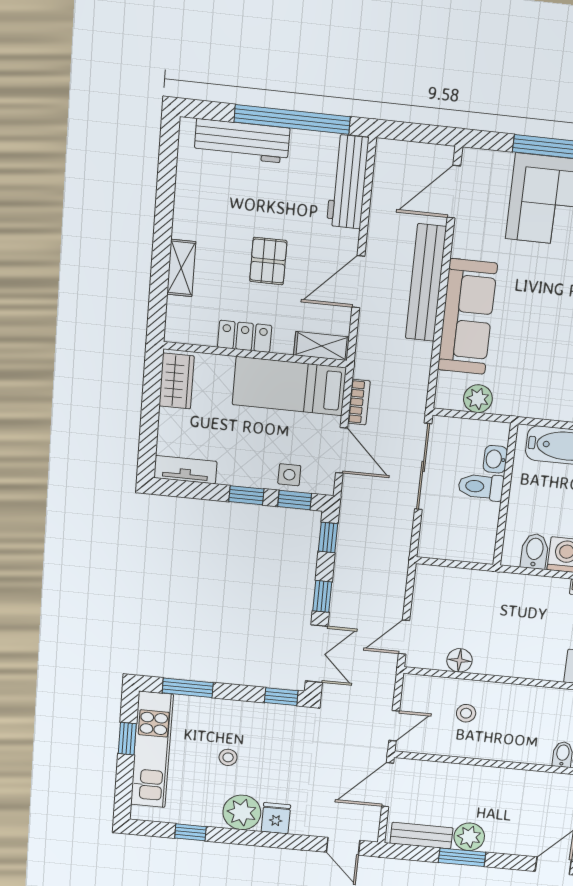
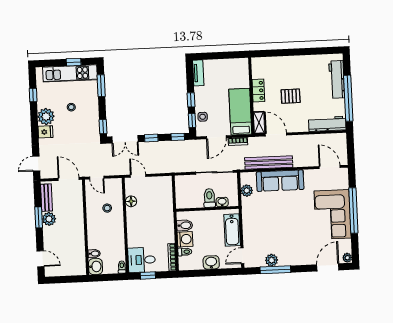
shelving: (181, 268) -> (282, 61), removed
door: (358, 282) -> (276, 134), moved
bench: (426, 283) -> (269, 163), moved
wardrobe: (177, 381) -> (235, 65), removed

